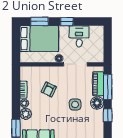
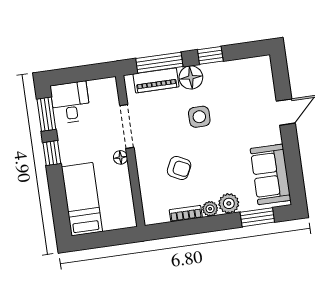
window: (40, 22) -> (46, 114), moved
desk: (79, 36) -> (70, 102), moved, turned 90
bed: (39, 39) -> (82, 199), width x0.67

